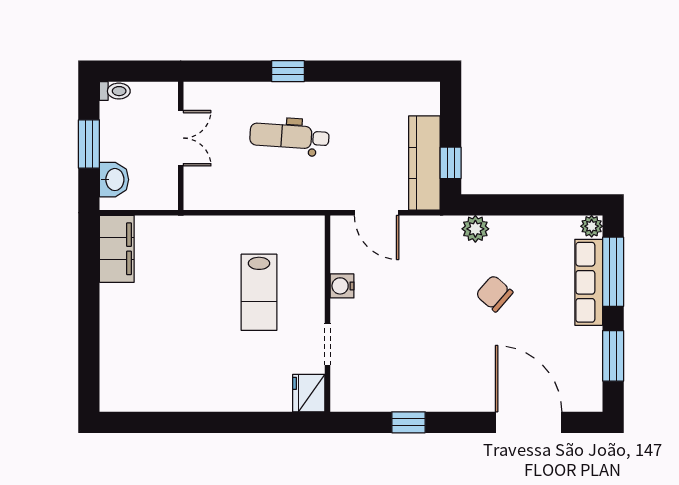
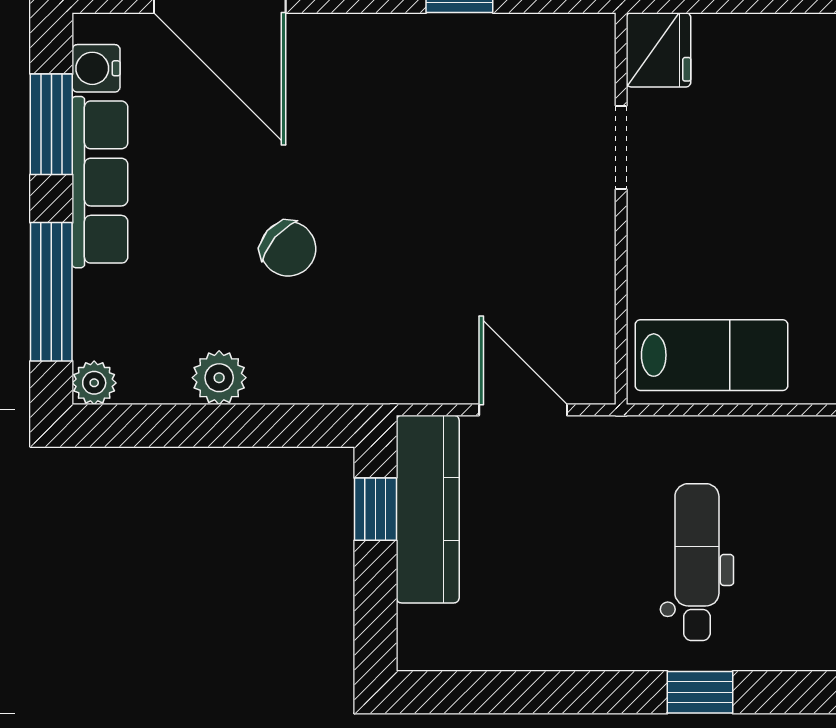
dental chair: (289, 136) -> (697, 562), turned -94
plant: (475, 229) -> (219, 378), moved
row of seats: (589, 282) -> (100, 182), moved
water cooler: (342, 286) -> (96, 68), moved, turned 180
lab bench: (259, 292) -> (712, 355), moved, turned 90

